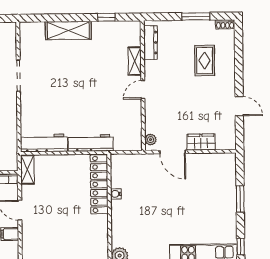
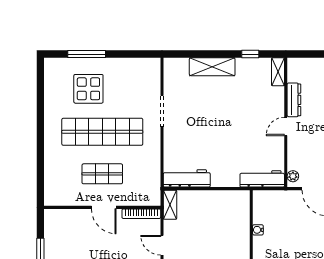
dresser: (150, 43) -> (294, 100), moved
shelving: (135, 61) -> (278, 72), moved
workbench: (91, 143) -> (262, 179), moved
locker: (99, 184) -> (241, 220), removed

